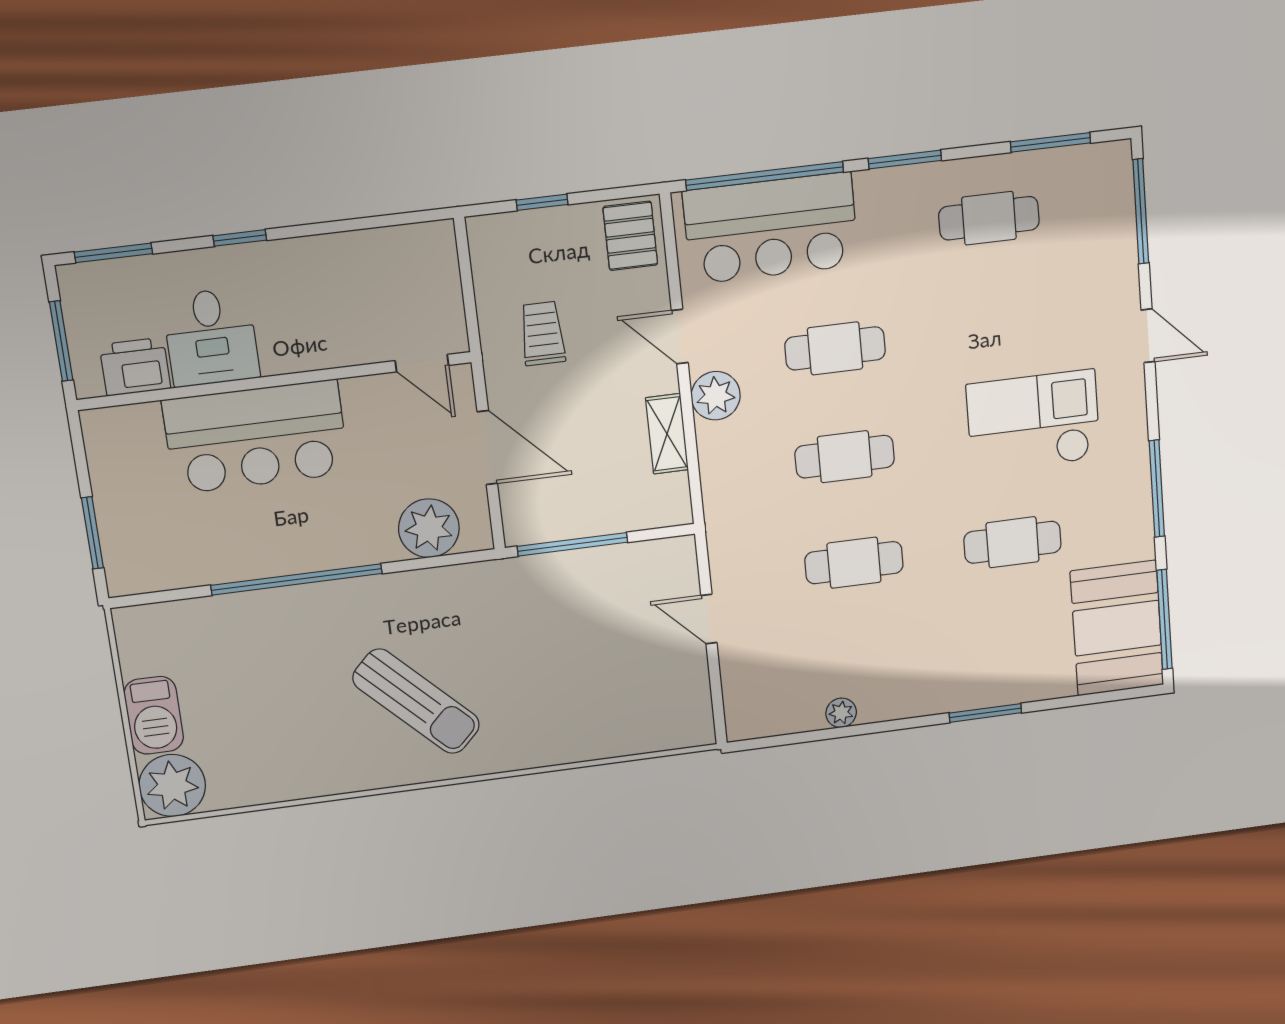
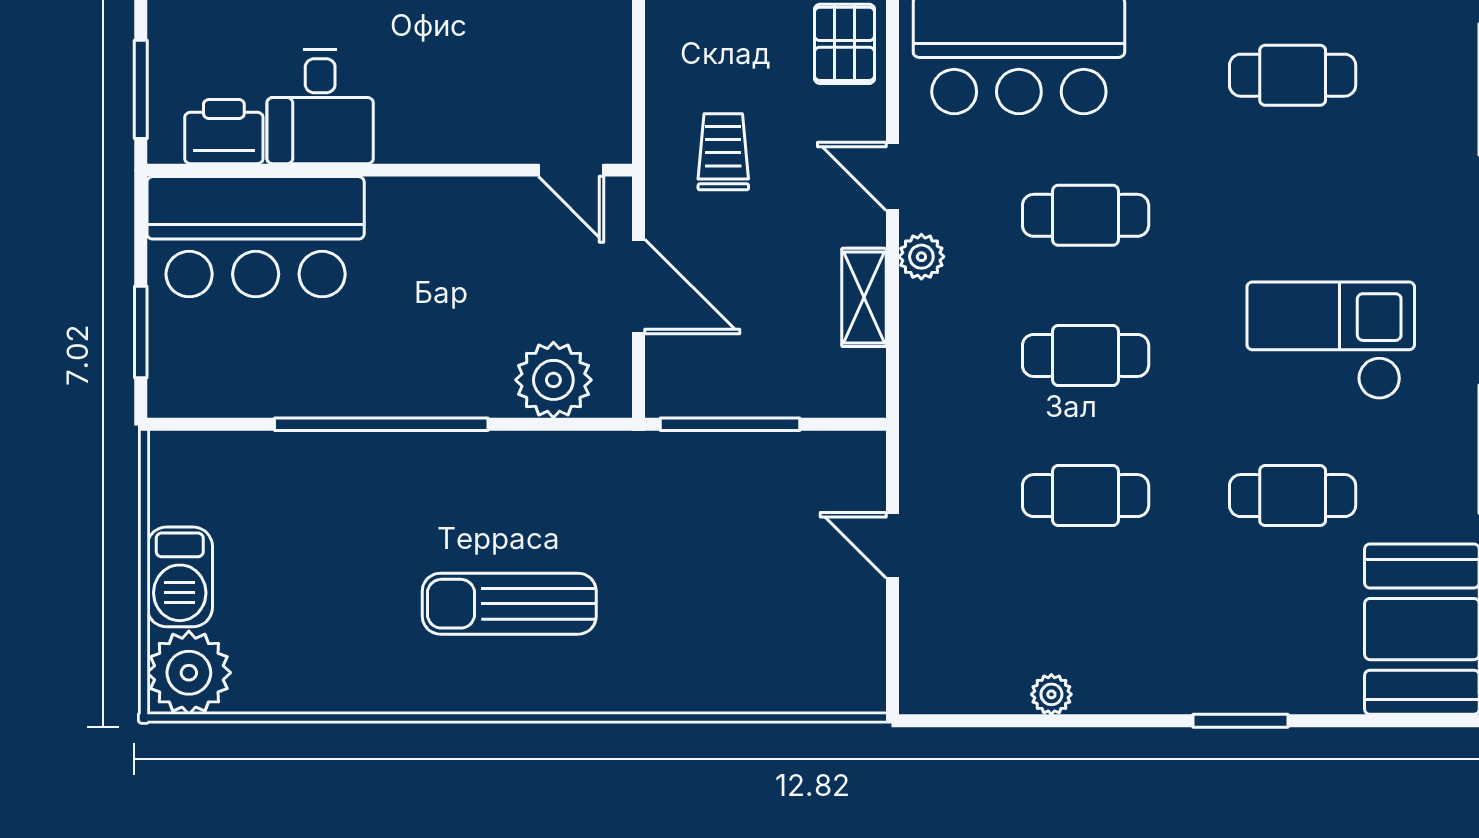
plant: (716, 396) -> (921, 257), width x0.73, depth x0.73
bar counter: (256, 437) -> (256, 237), moved
sun lounger: (416, 701) -> (509, 604), turned 135

